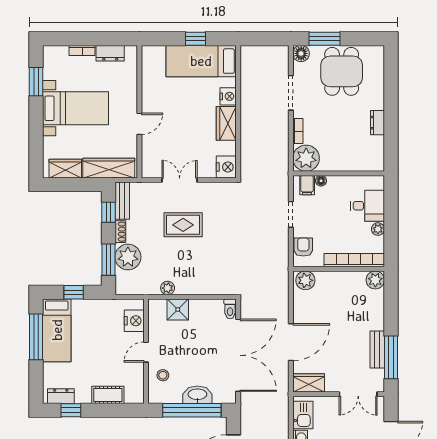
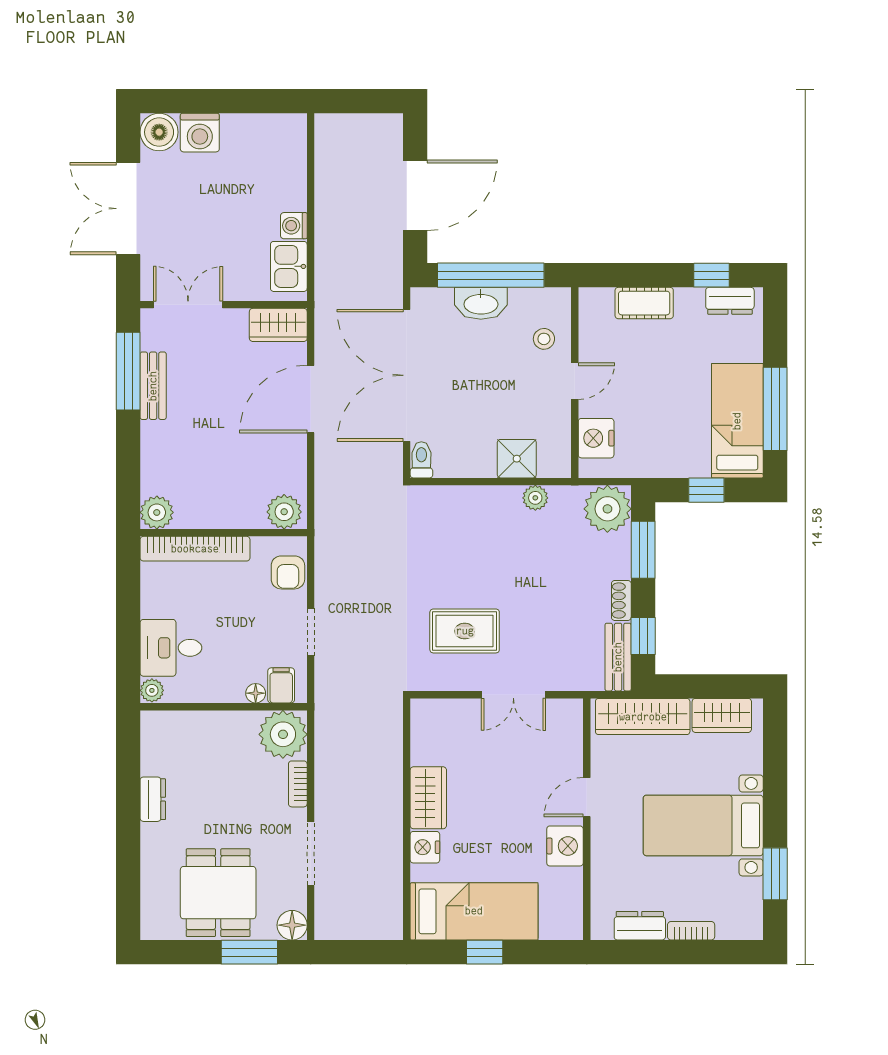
nightstand: (226, 167) -> (565, 846), moved, turned 180
rug: (183, 225) -> (465, 631), moved
plant: (378, 229) -> (152, 690), moved
plant: (128, 257) -> (607, 509), moved

